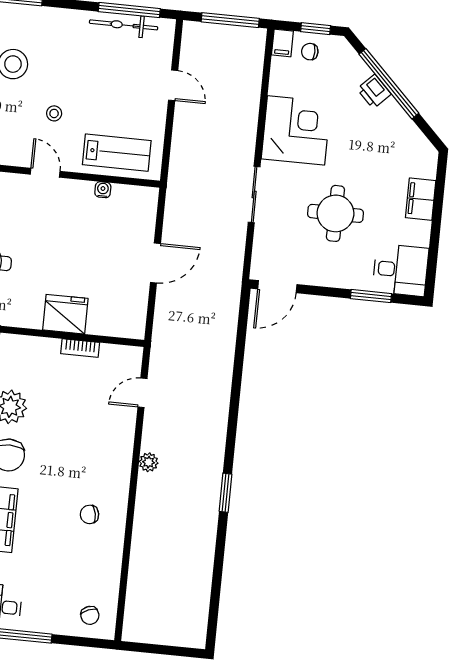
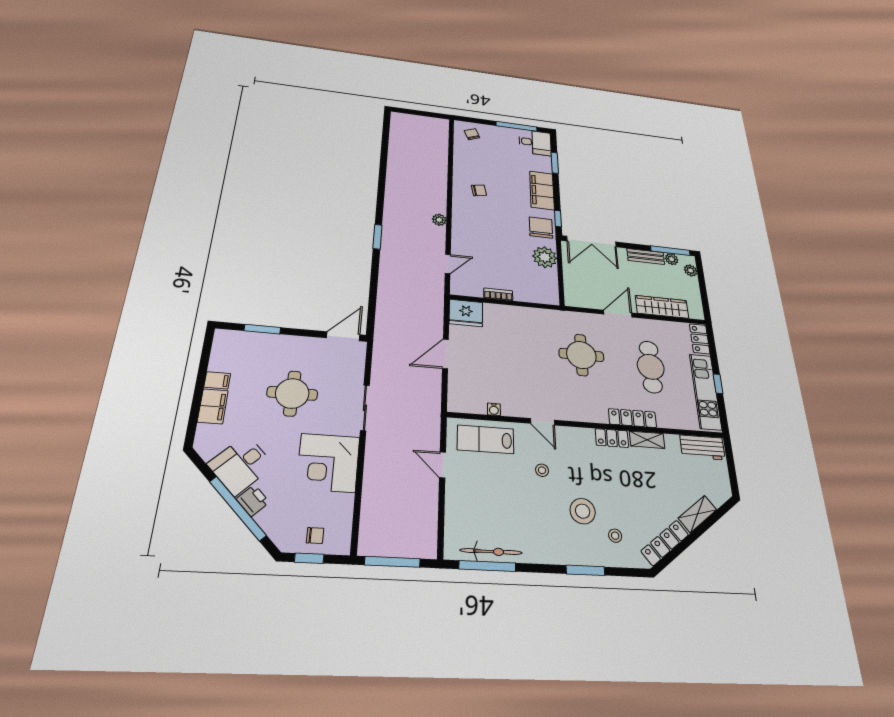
filing cabinet: (282, 43) -> (217, 380), moved, turned 90
door: (173, 85) -> (443, 465), moved
desk: (401, 270) -> (241, 465), moved, turned -45
fridge: (65, 314) -> (466, 313), moved
window: (226, 493) -> (378, 237), moved

